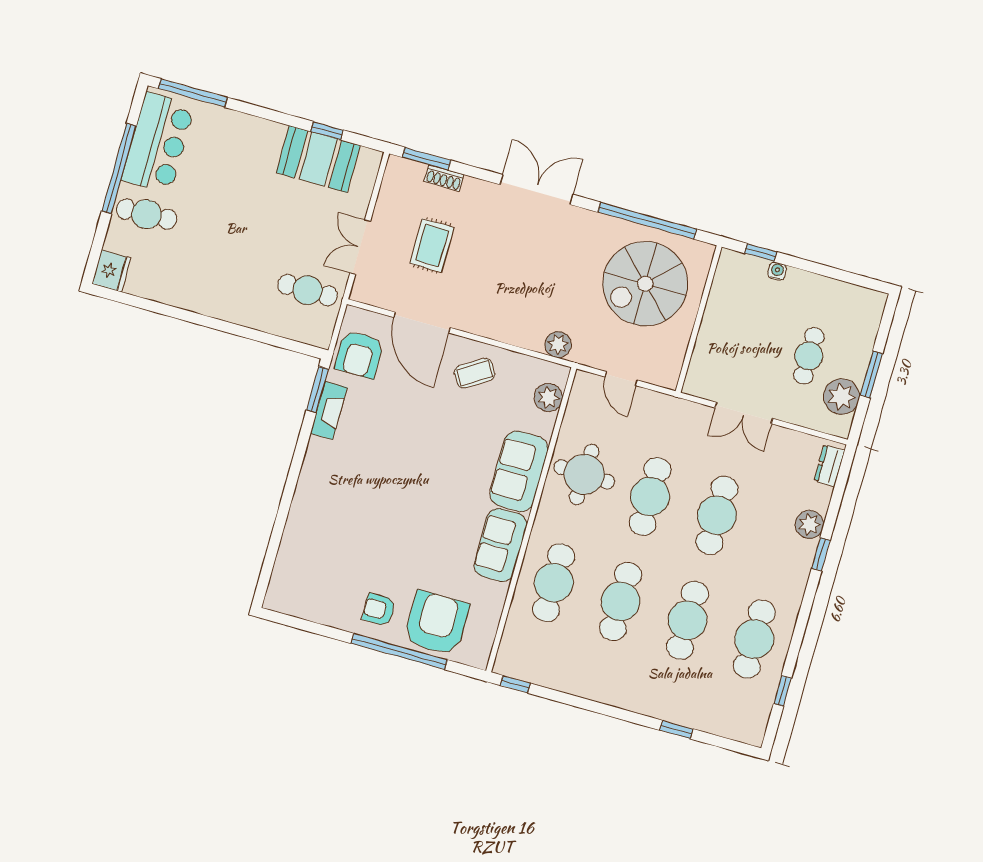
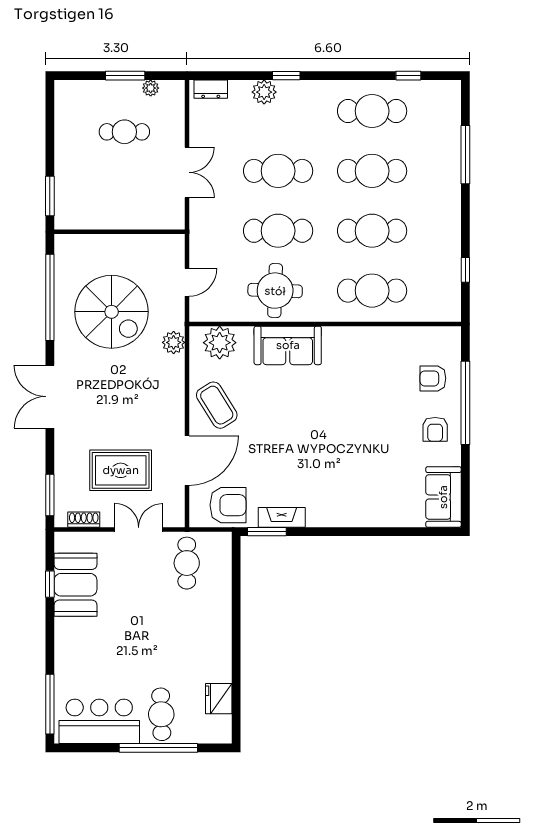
window: (119, 168) -> (158, 748), moved
shoe rack: (444, 178) -> (84, 520), moved, turned -90
rug: (432, 245) -> (121, 470), width x1.36, depth x1.43
double door: (360, 247) -> (139, 529), swing flipped
window: (761, 253) -> (50, 196), width x1.50
fridge: (111, 271) -> (219, 699), moved, turned -90
water cooler: (777, 271) -> (62, 178), removed
spiral stairs: (645, 284) -> (112, 312), moved
coffee table: (475, 373) -> (217, 405), width x1.36, depth x1.30
plant: (842, 397) -> (151, 88), width x0.53, depth x0.53
plant: (548, 398) -> (220, 343), width x1.36, depth x1.36
sofa: (500, 545) -> (443, 497), moved, turned 90
armchair: (436, 623) -> (433, 378), width x0.53, depth x0.53
window: (515, 684) -> (465, 270), moved
window: (676, 730) -> (465, 155), width x2.17

